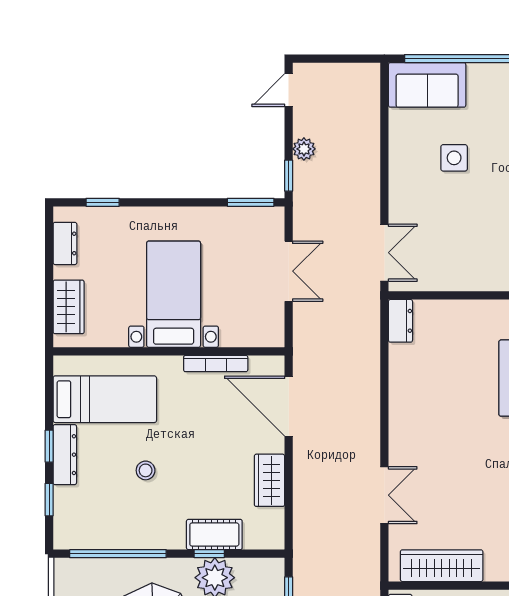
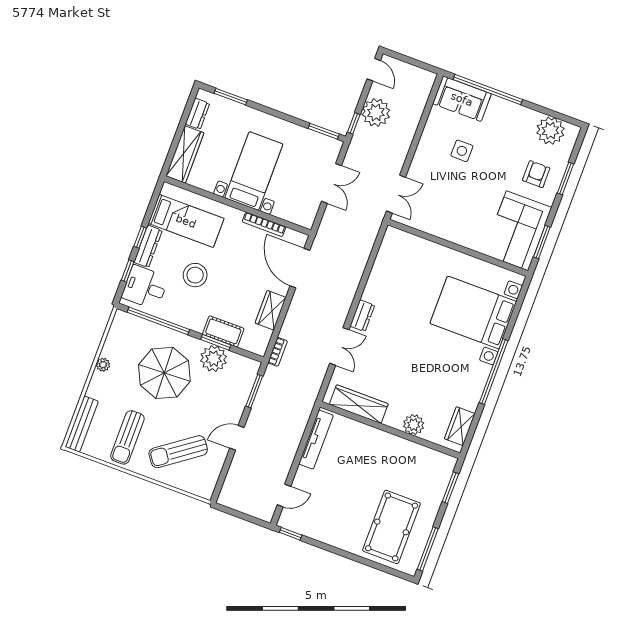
door: (289, 90) -> (374, 70), swing flipped
plant: (304, 149) -> (376, 113), width x1.87, depth x1.87
window: (103, 202) -> (231, 97), width x1.50
wardrobe: (69, 307) -> (185, 154), width x1.50
dresser: (400, 321) -> (362, 316), moved
stool: (146, 470) -> (195, 275), width x1.89, depth x1.89
desk: (82, 514) -> (145, 287), added
bookcase: (301, 535) -> (278, 352), added
window: (209, 554) -> (216, 342), width x1.50

